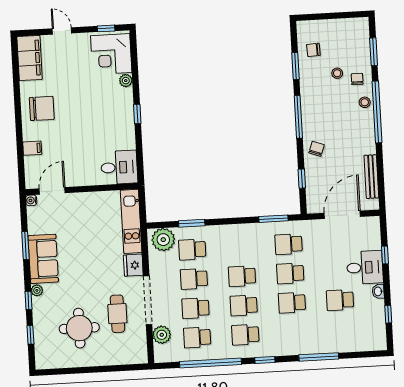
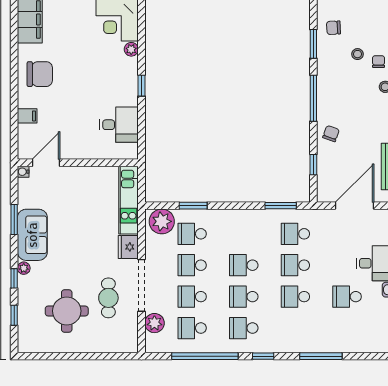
desk: (119, 167) -> (119, 125), moved

